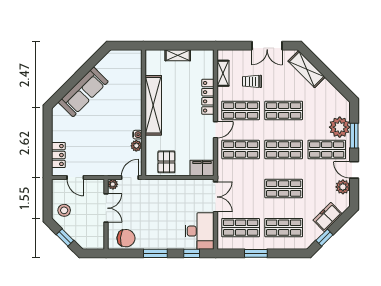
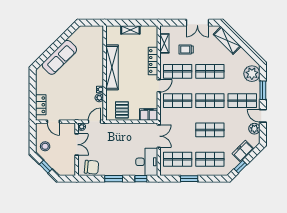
plant: (340, 127) -> (252, 74), moved

